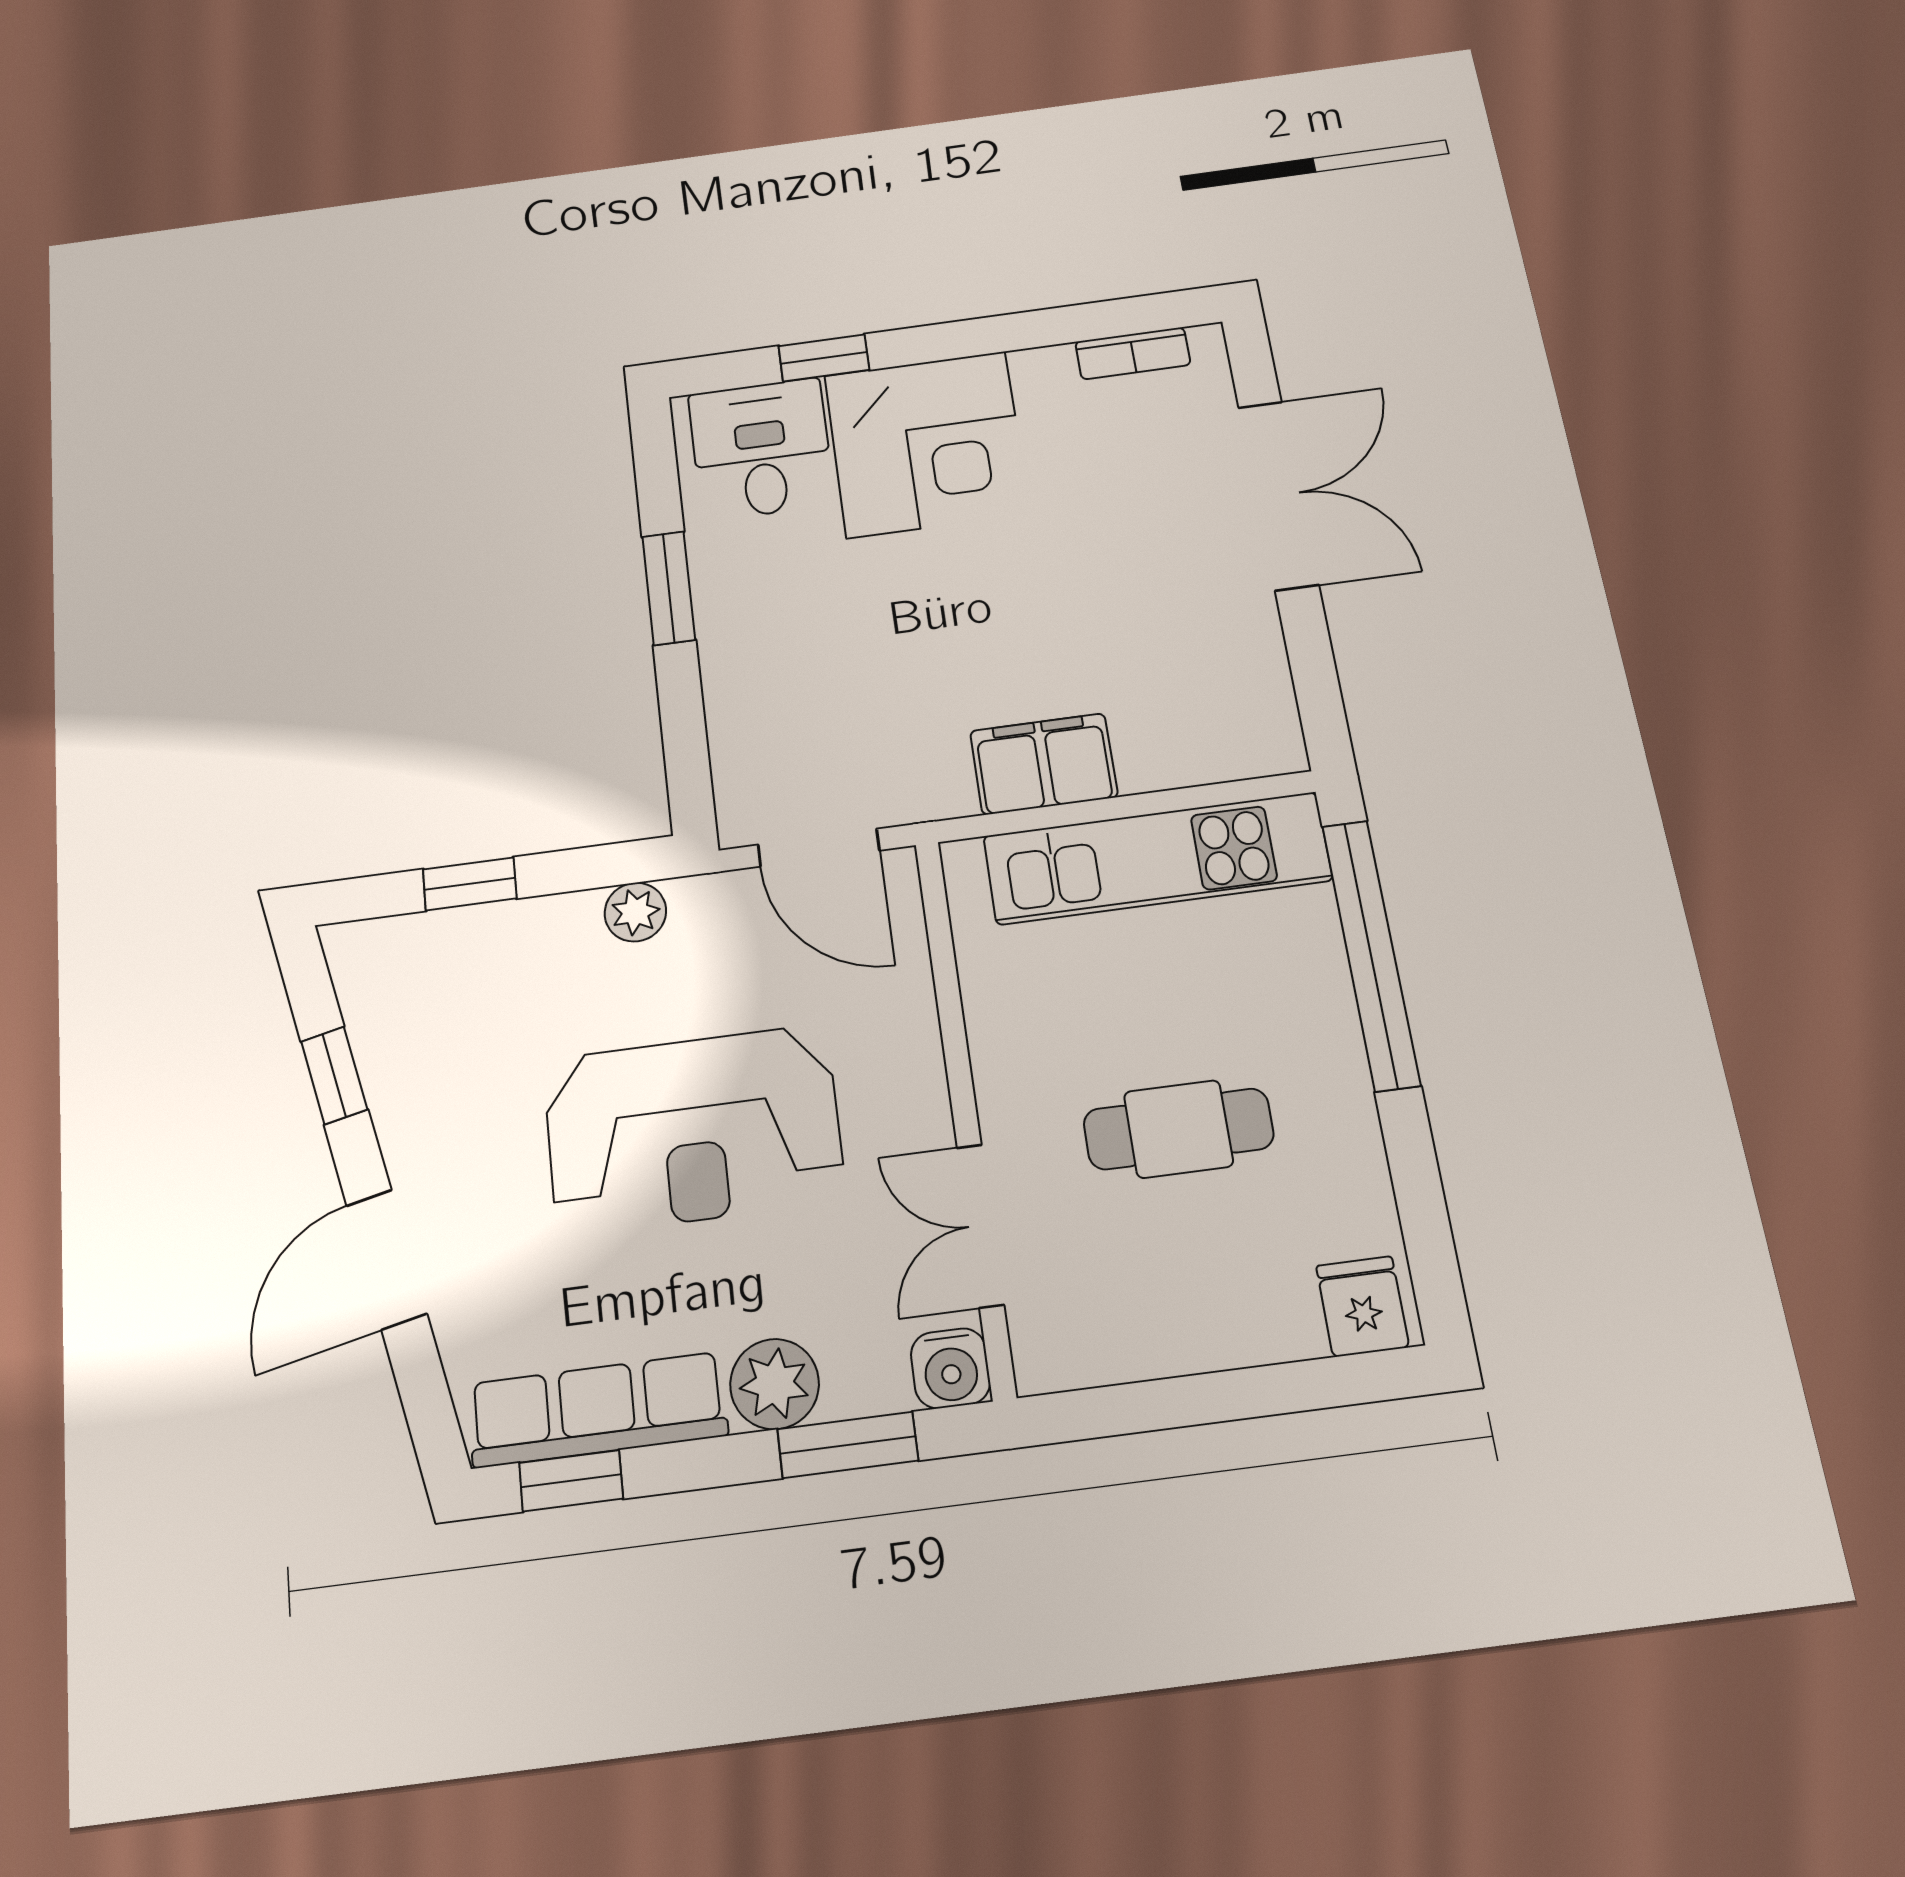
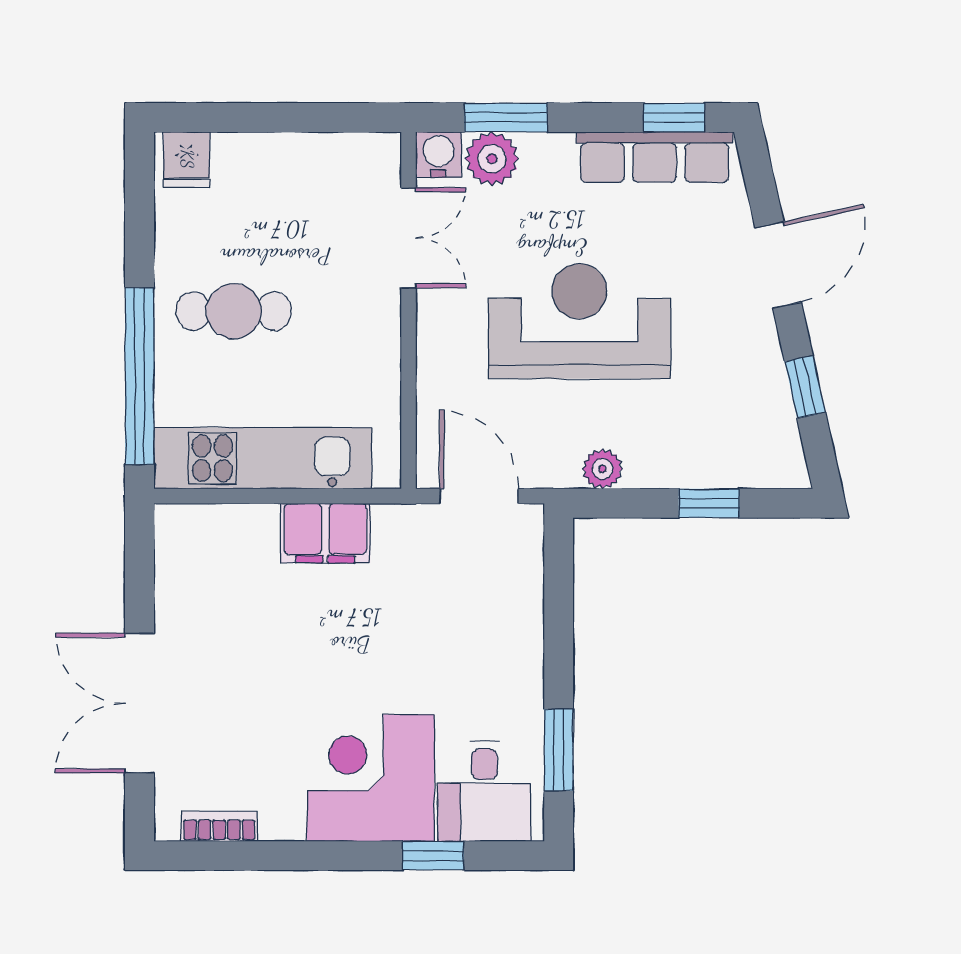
window: (669, 588) -> (559, 750), moved
cafe table: (1178, 1129) -> (234, 311), moved
plant: (775, 1384) -> (492, 159), moved

